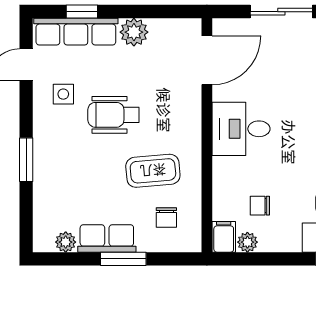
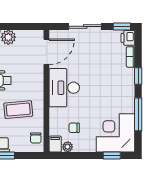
desk: (241, 129) -> (64, 88), width x1.37
chair: (166, 217) -> (36, 138), moved

